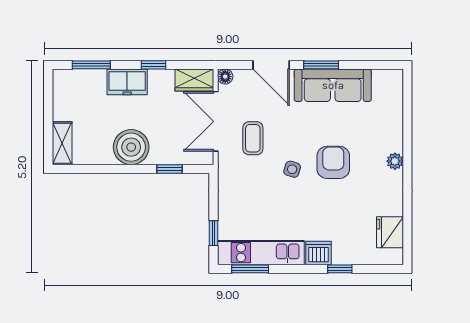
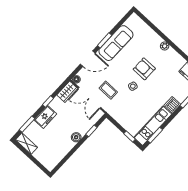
shelving: (62, 143) -> (26, 144), moved
boiler: (131, 147) -> (76, 137), width x0.54, depth x0.54

